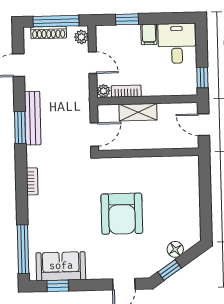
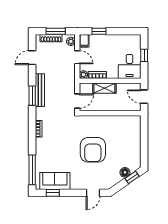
window: (56, 21) -> (56, 31), width x0.69
filing cabinet: (149, 34) -> (84, 41), moved
desk: (177, 43) -> (130, 66), moved, turned 180
window: (202, 77) -> (144, 55), moved
window: (169, 270) -> (132, 177), moved

